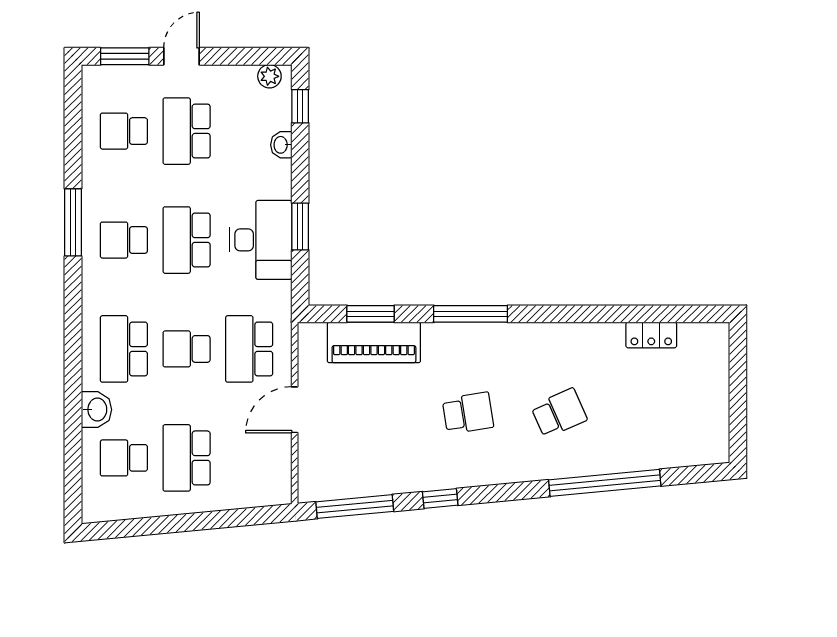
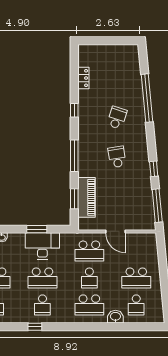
window: (73, 222) -> (35, 327), width x0.46
window: (577, 314) -> (74, 110), added
school desk: (559, 413) -> (117, 118), turned 42

